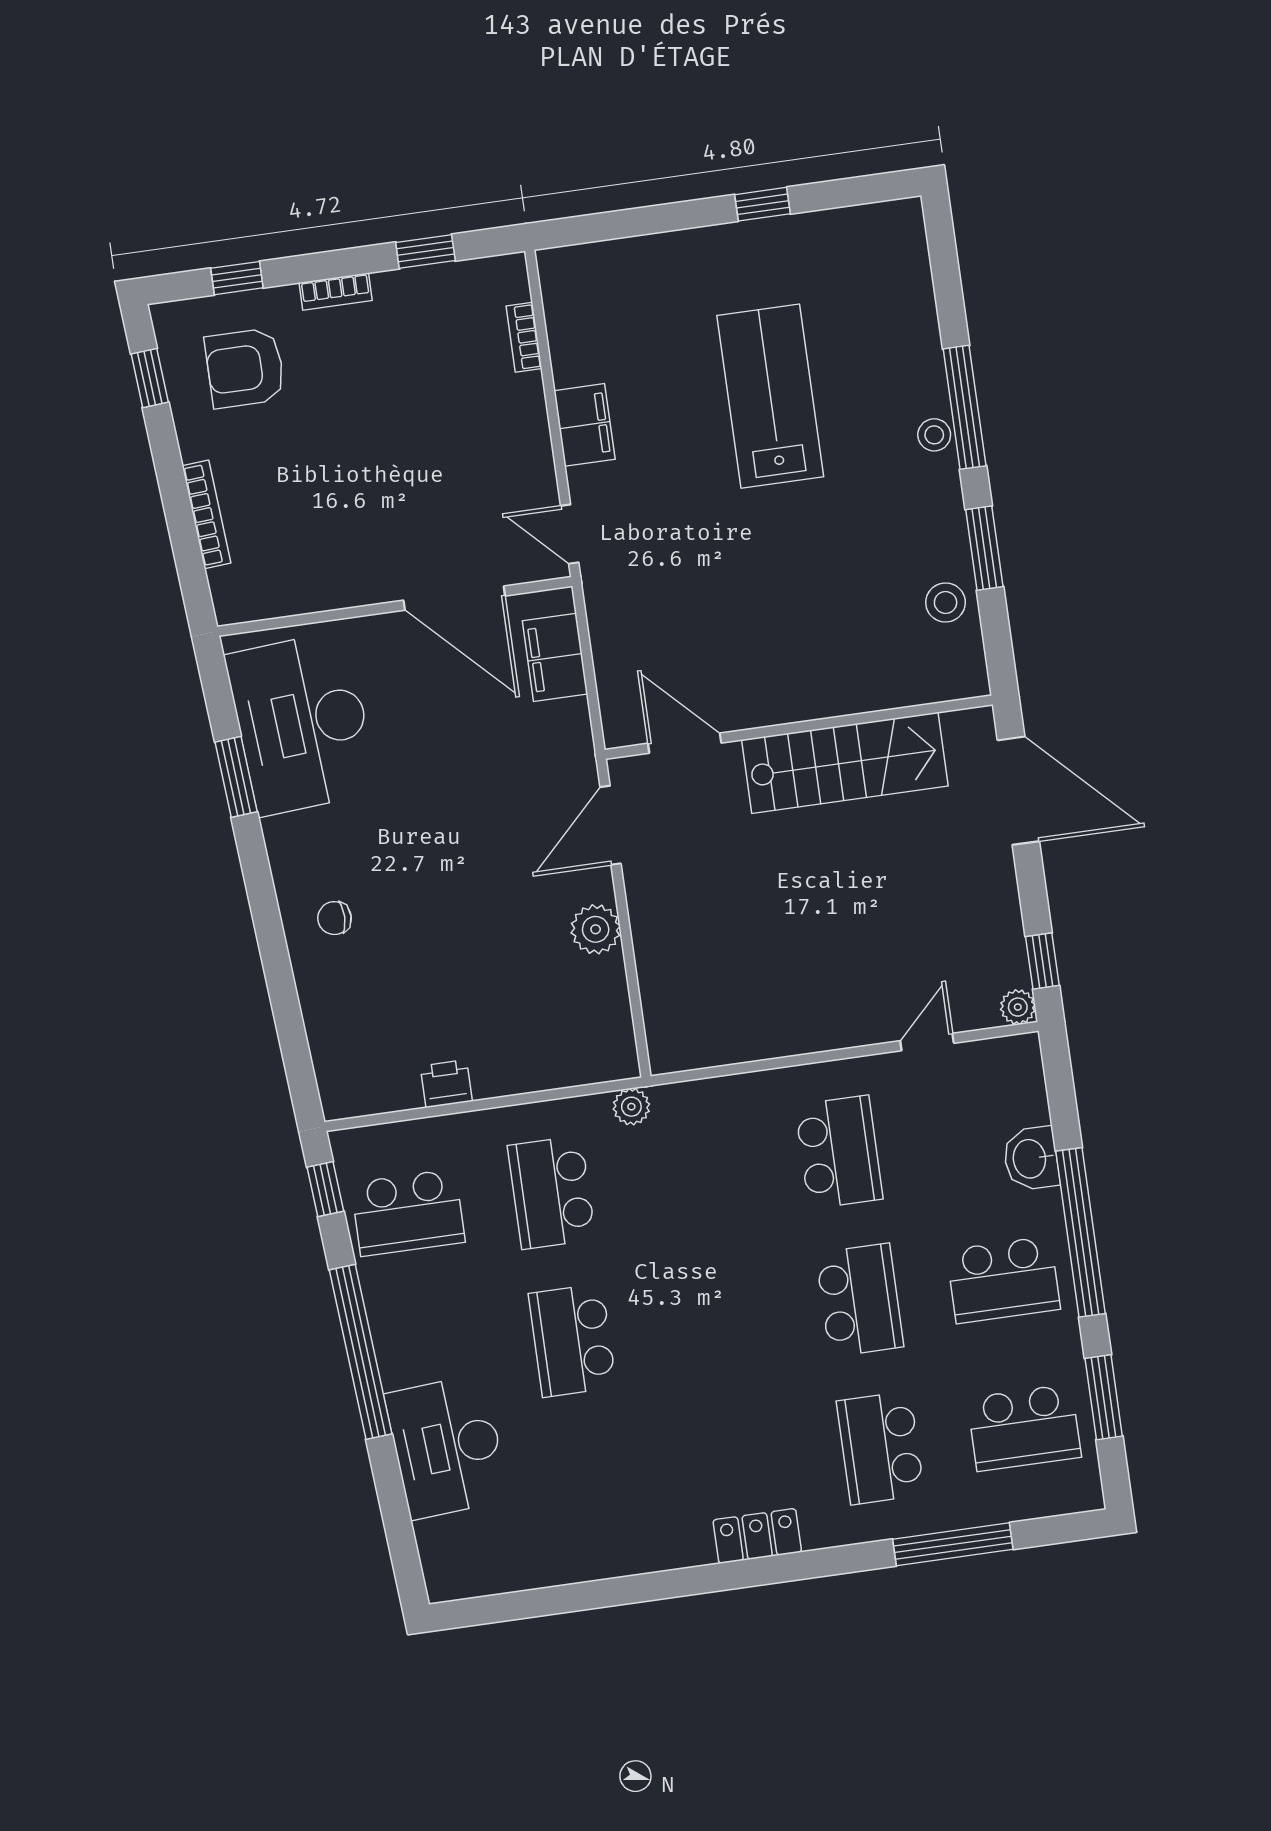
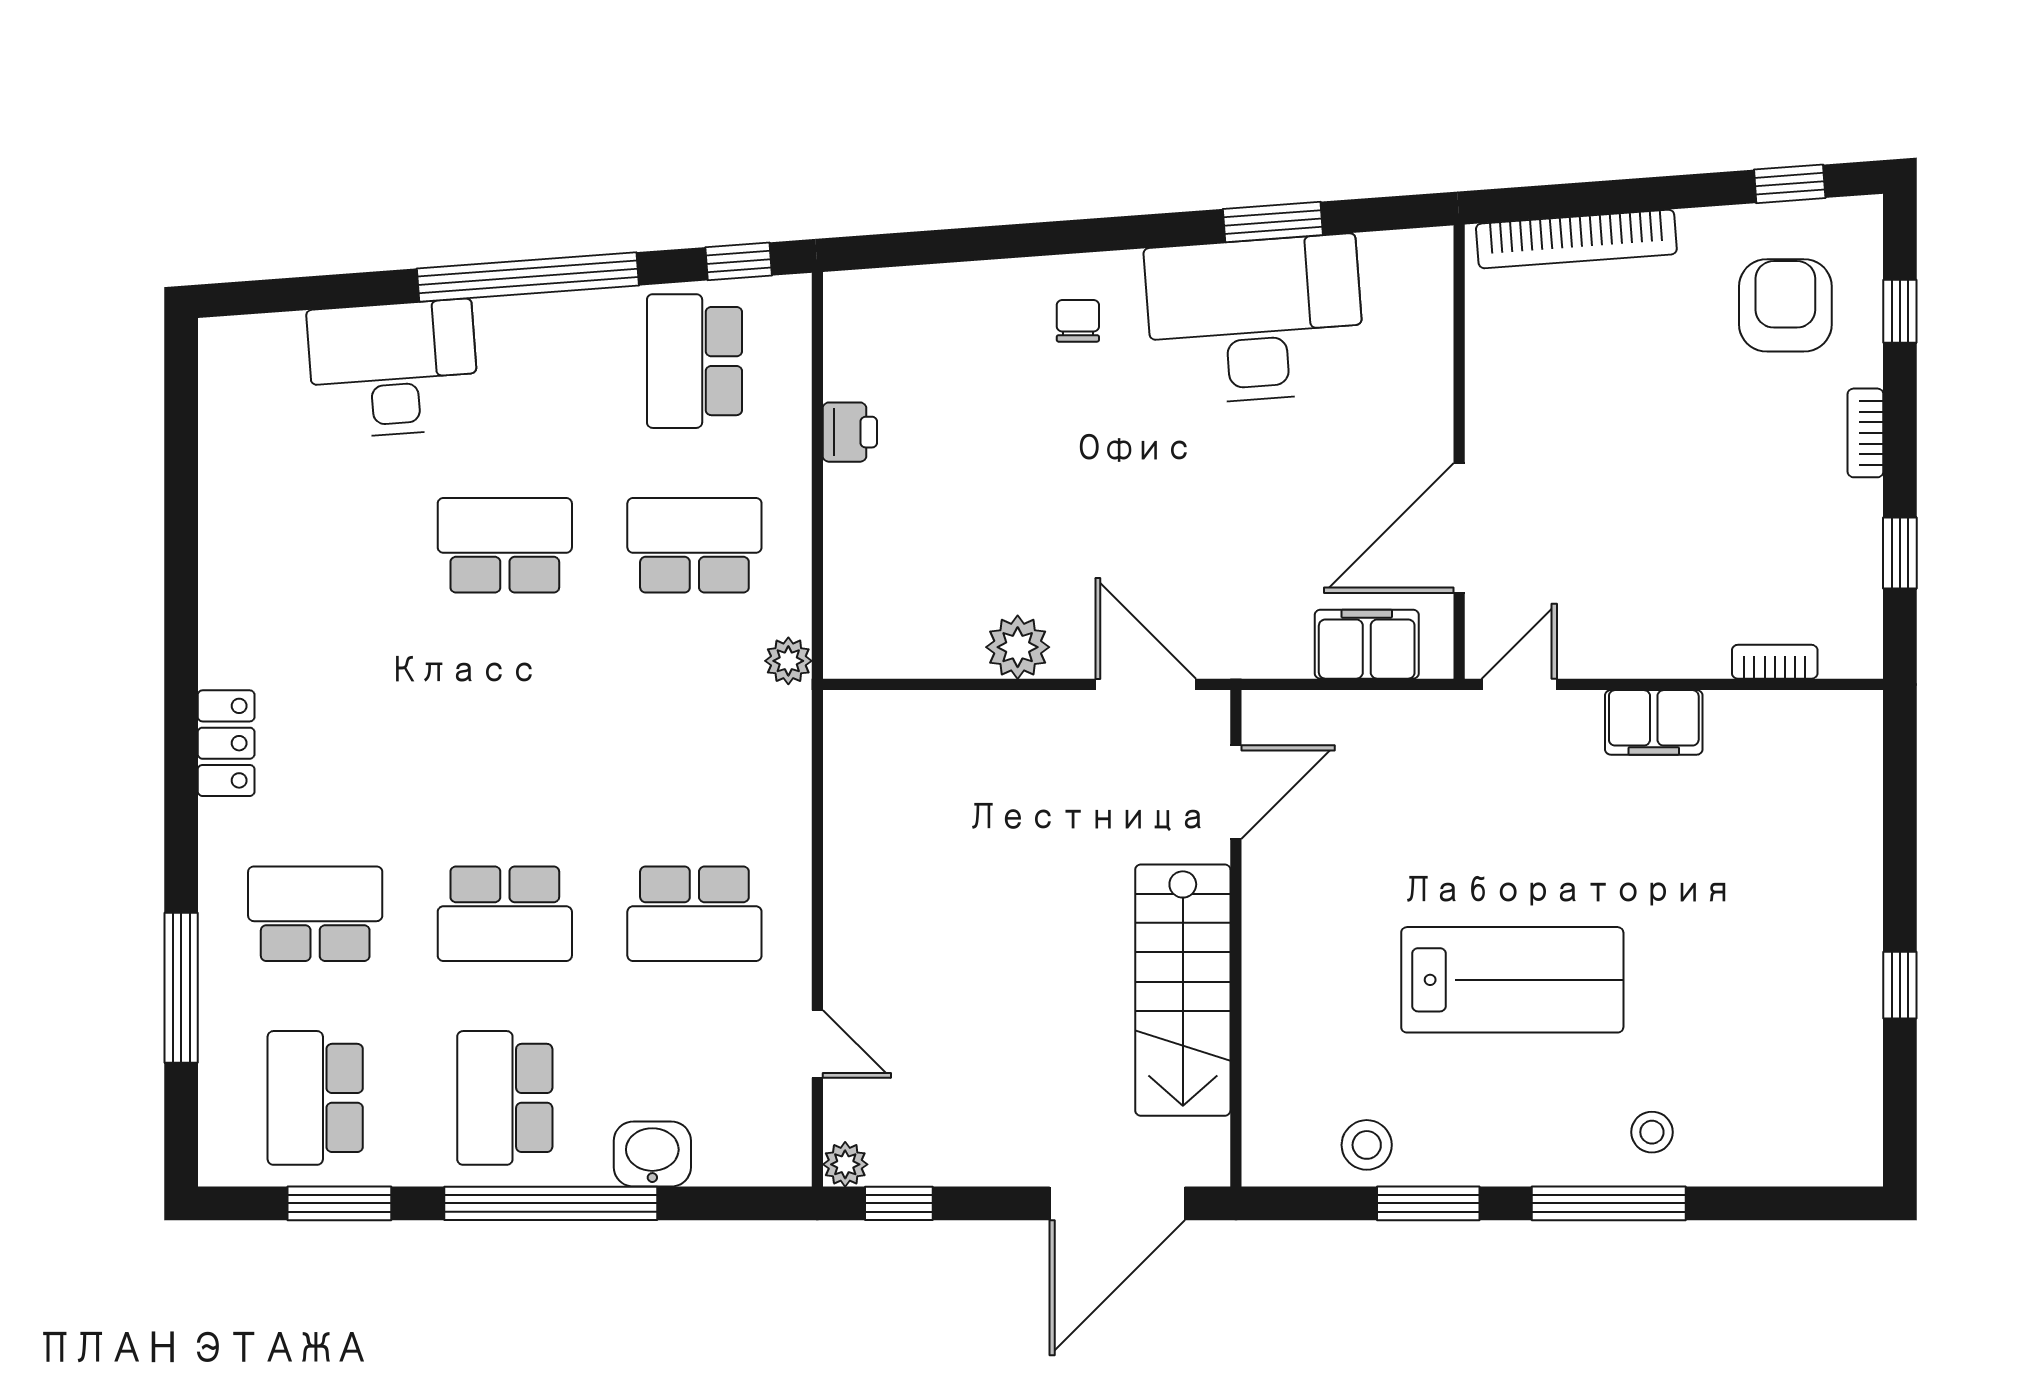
lab bench: (770, 396) -> (1512, 980), moved
stool: (934, 435) -> (1652, 1132), moved
bookcase: (207, 514) -> (1576, 239), width x1.48, depth x1.31
desk: (302, 723) -> (1255, 320), moved

